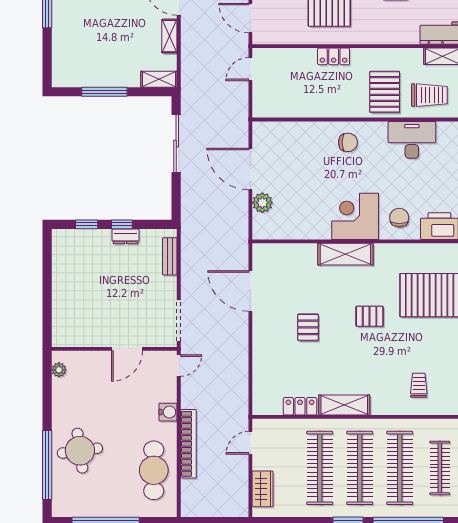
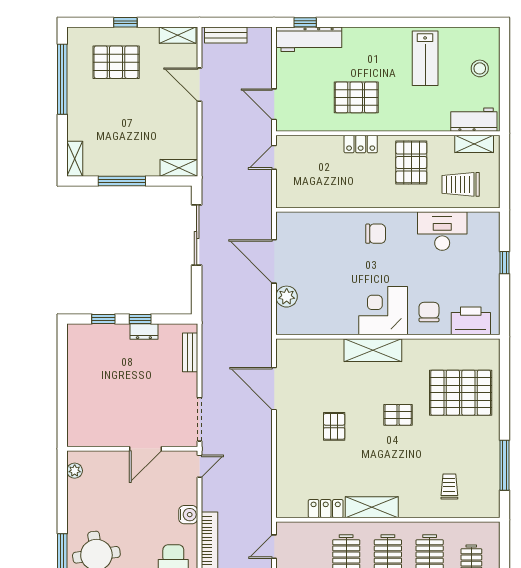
shelving: (169, 36) -> (75, 159), moved
pallet: (385, 92) -> (411, 162), moved
trolley: (429, 95) -> (461, 184), turned 180

